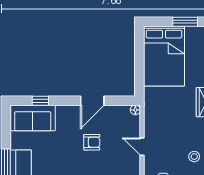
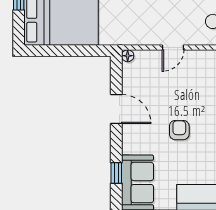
armchair: (92, 142) -> (179, 130), moved

